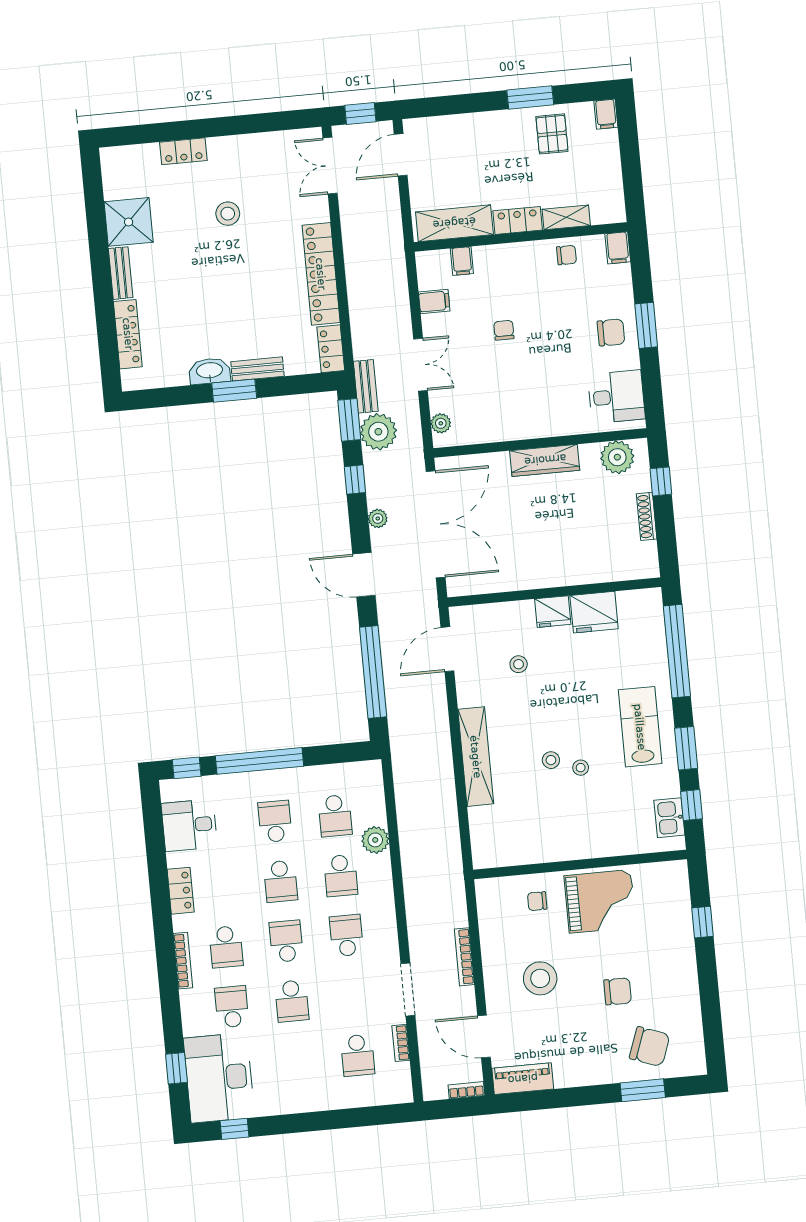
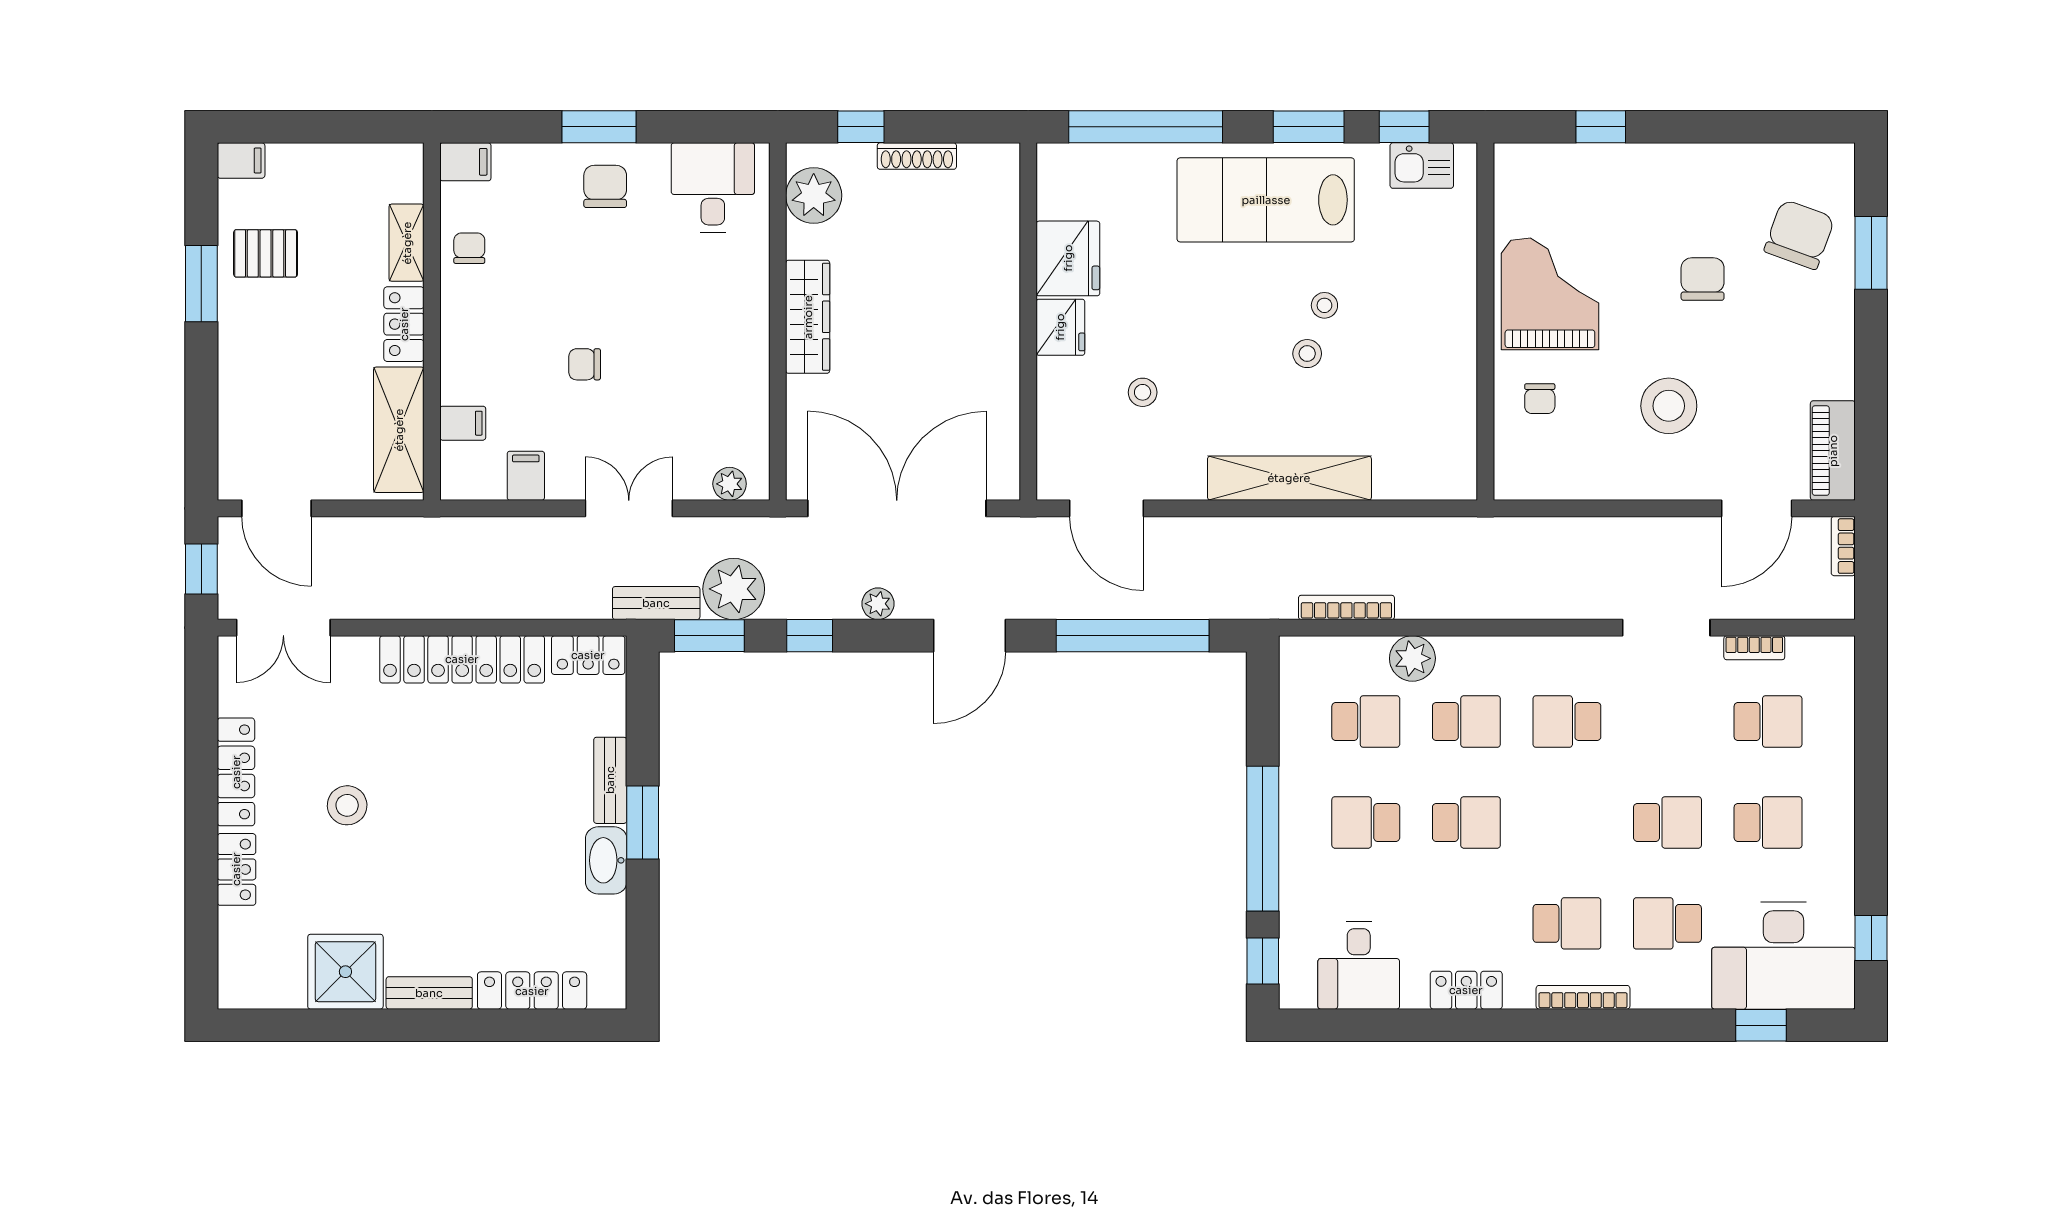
locker: (241, 145) -> (236, 772), added
lab bench: (640, 727) -> (1266, 200), width x1.36, depth x1.39
school desk: (286, 941) -> (1768, 822), moved, turned 180
bookcase: (464, 957) -> (1346, 607), moved, turned 180

